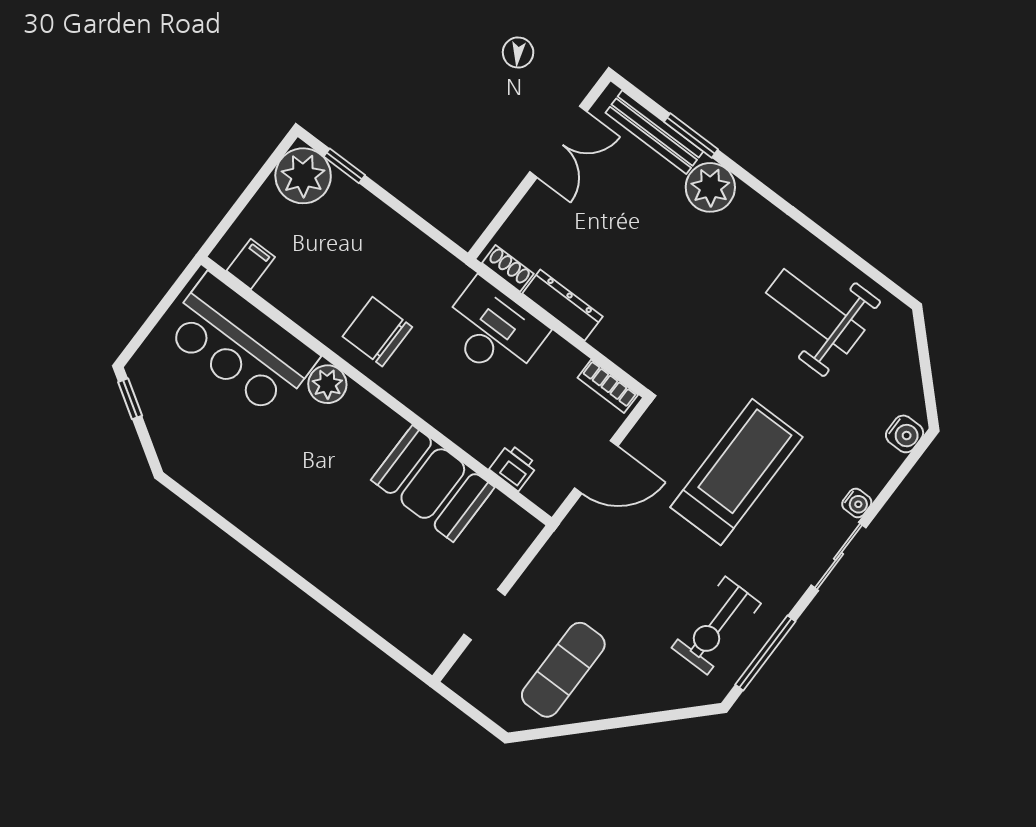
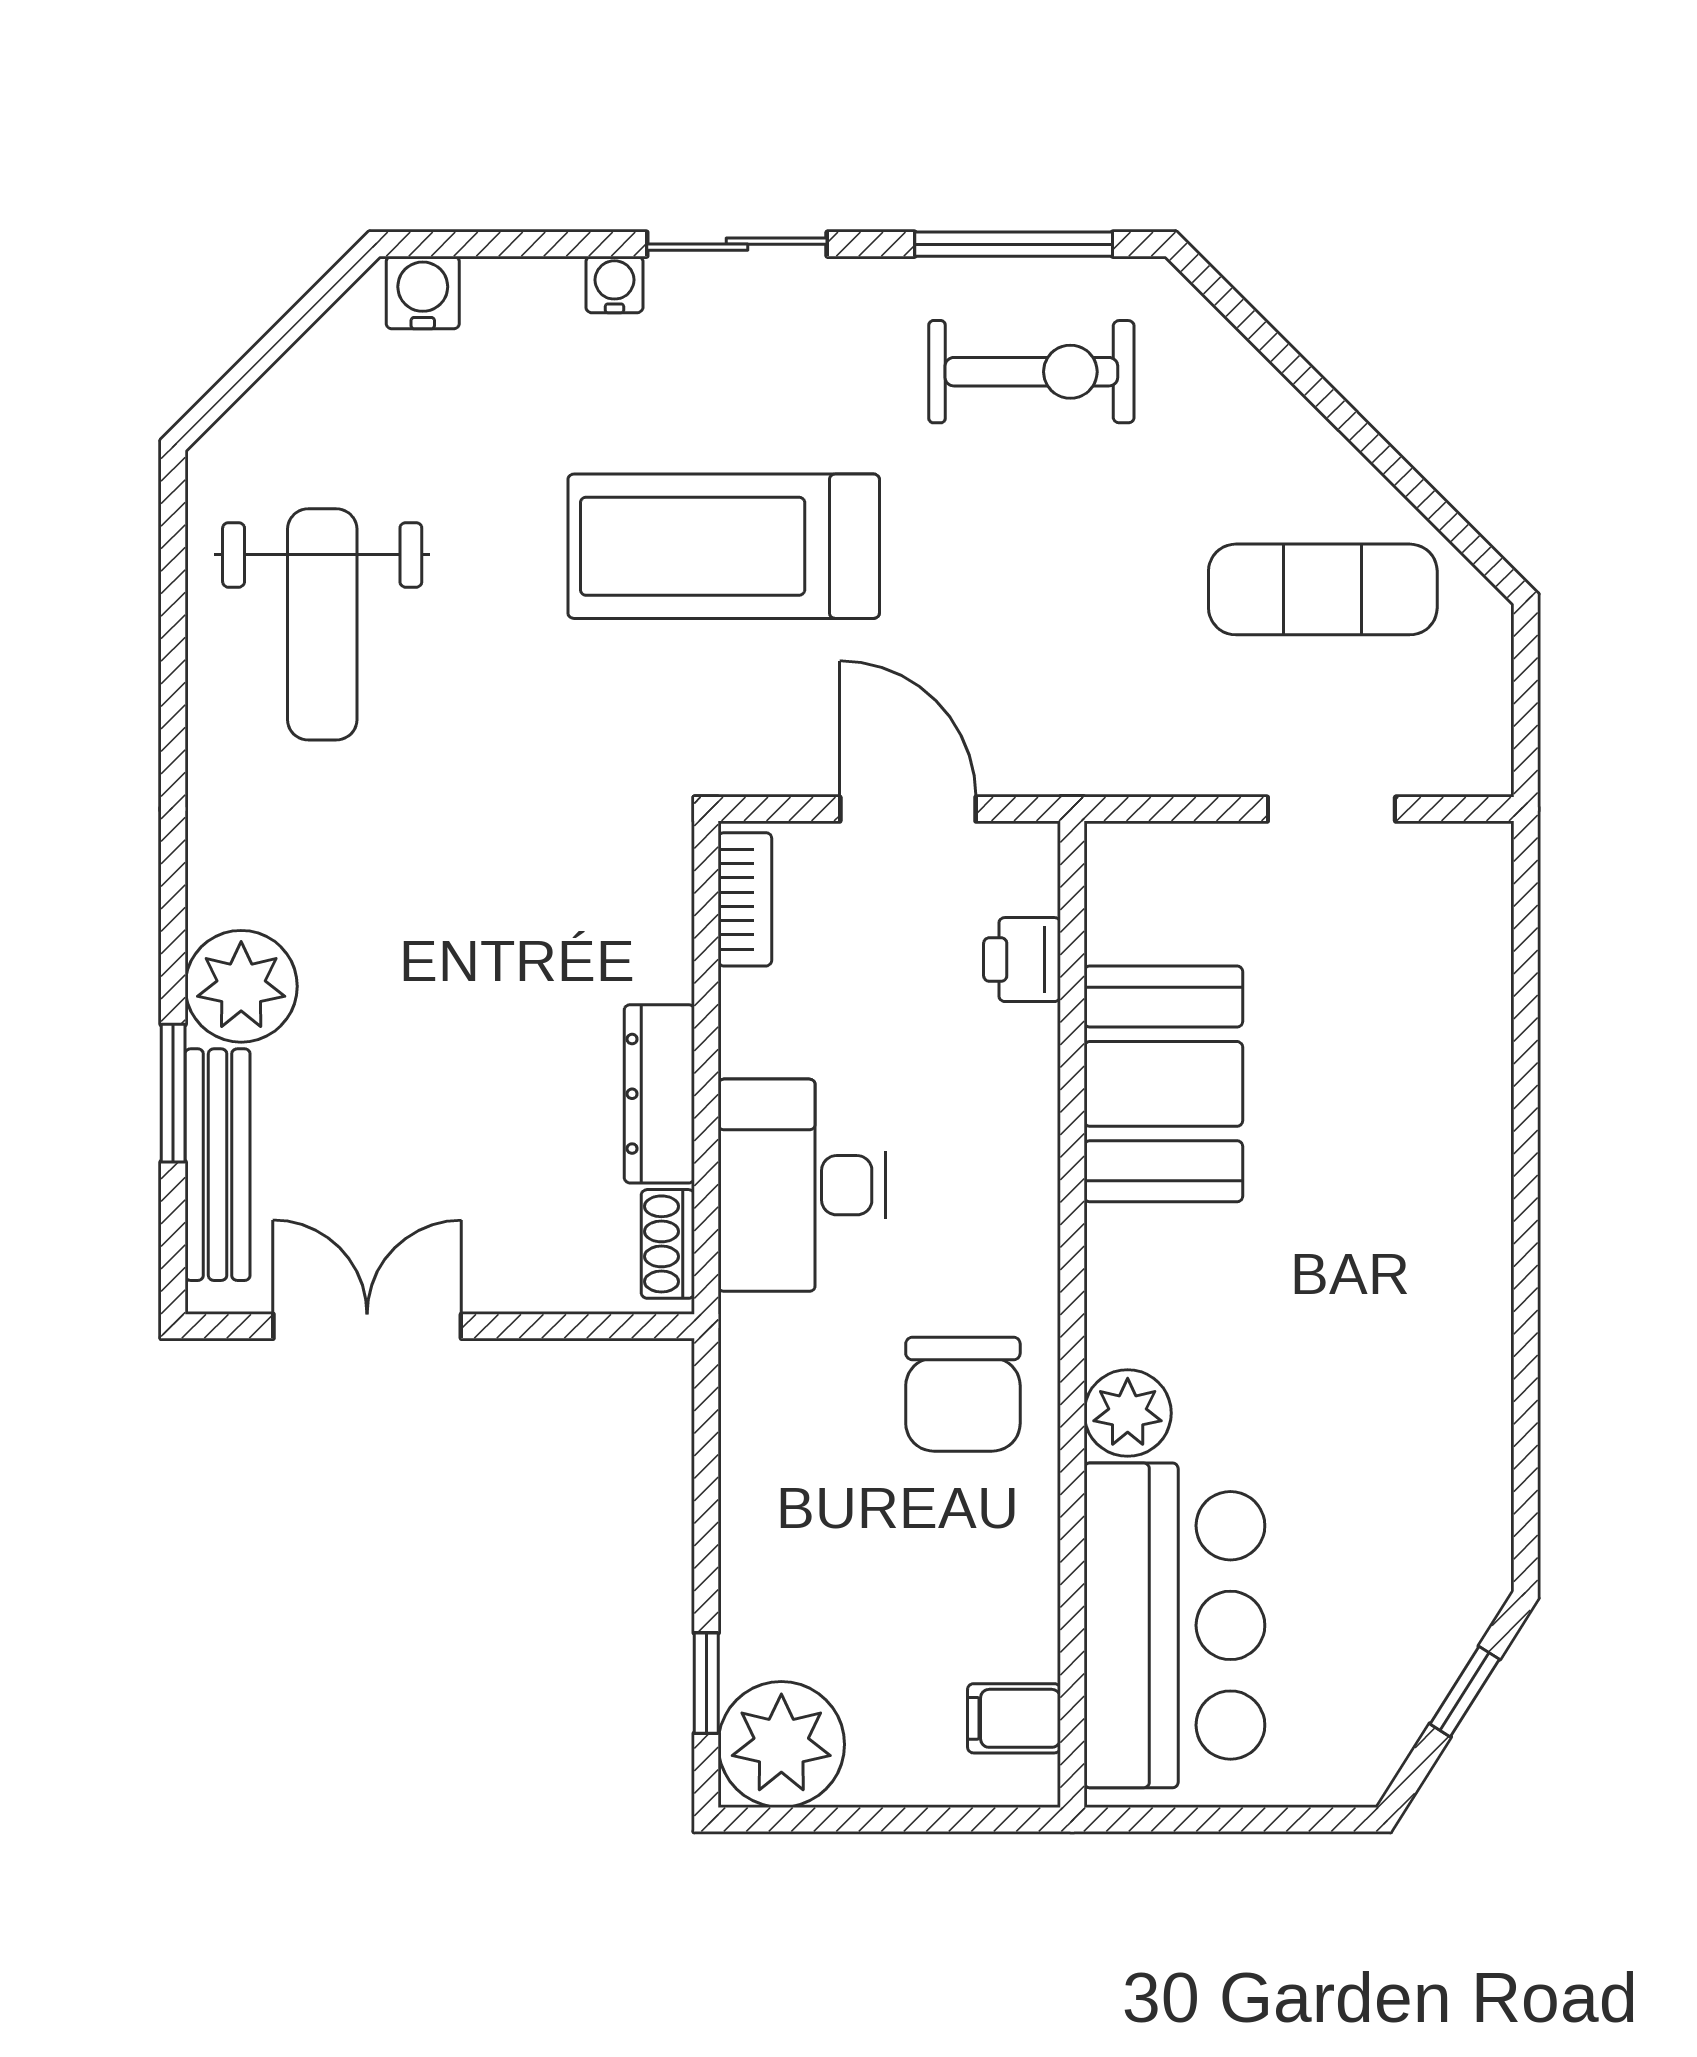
window: (130, 399) -> (1465, 1692), moved

